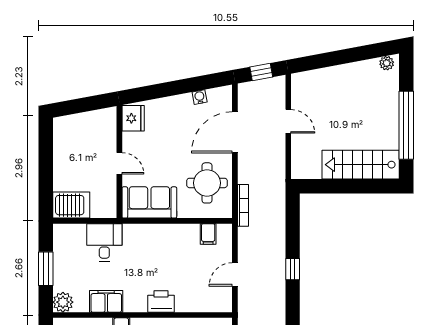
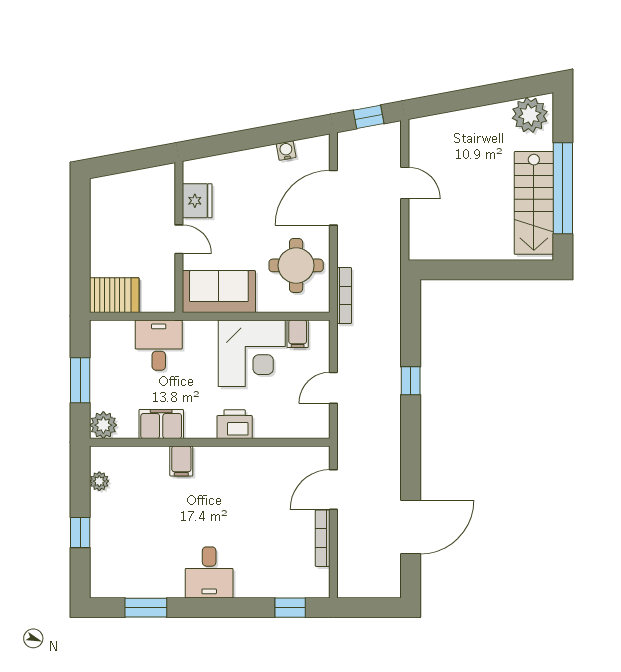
plant: (387, 63) -> (530, 115), width x1.88, depth x1.88
fridge: (133, 118) -> (197, 201), moved
stairs: (361, 165) -> (534, 203), moved, turned -90
corner desk: (174, 249) -> (252, 353), added

